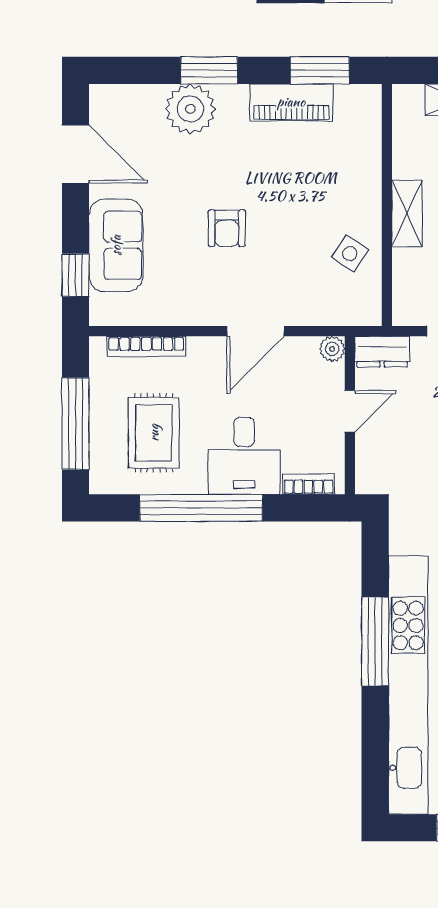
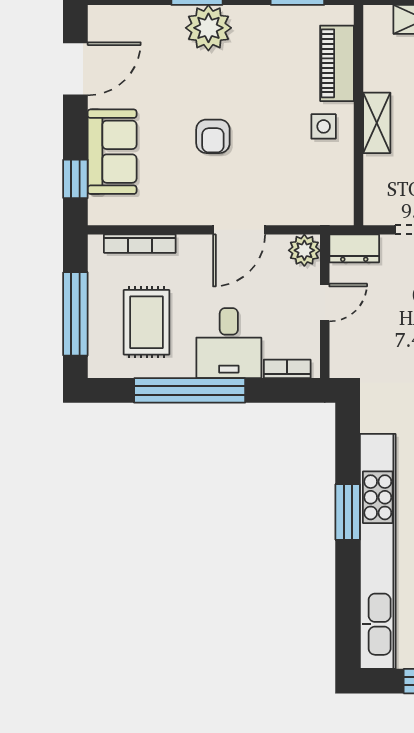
piano: (291, 102) -> (337, 63), moved, turned 90
plant: (190, 109) -> (208, 28), moved
door: (75, 154) -> (75, 69), hinge flipped
side table: (350, 254) -> (324, 126), moved, turned -34
plant: (332, 349) -> (304, 250), width x1.38, depth x1.38
window: (375, 642) -> (348, 512), width x0.69

